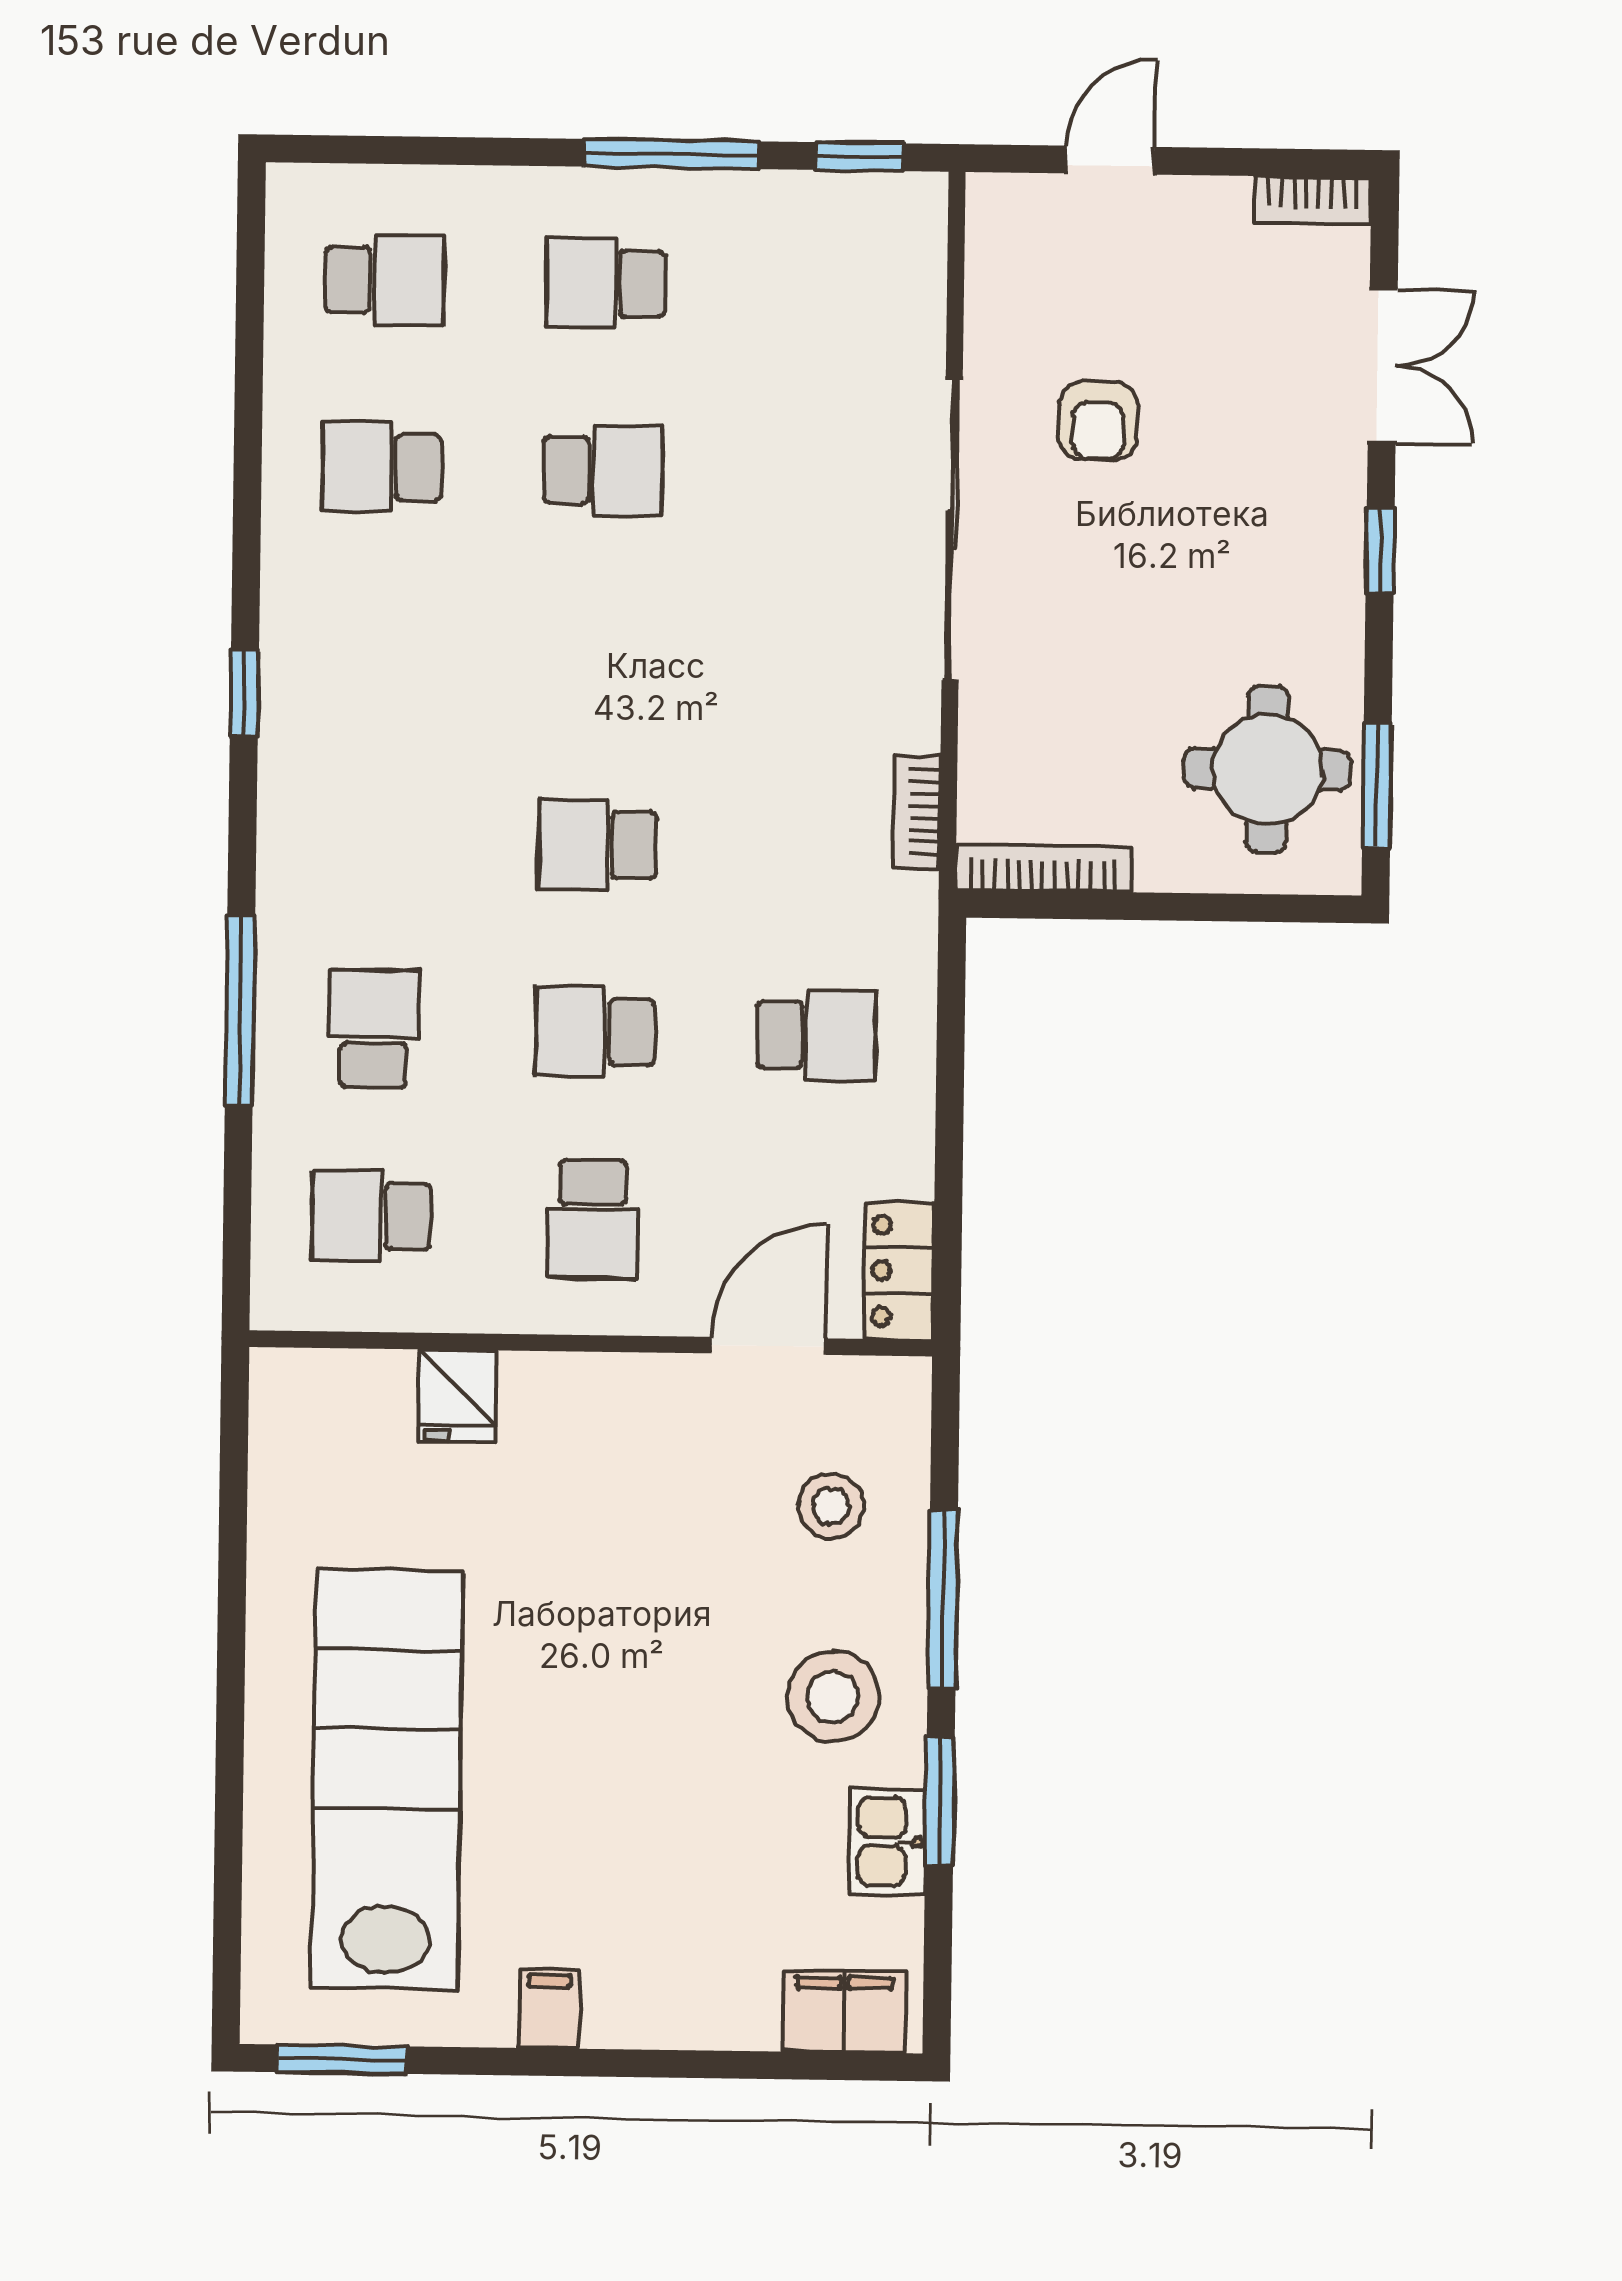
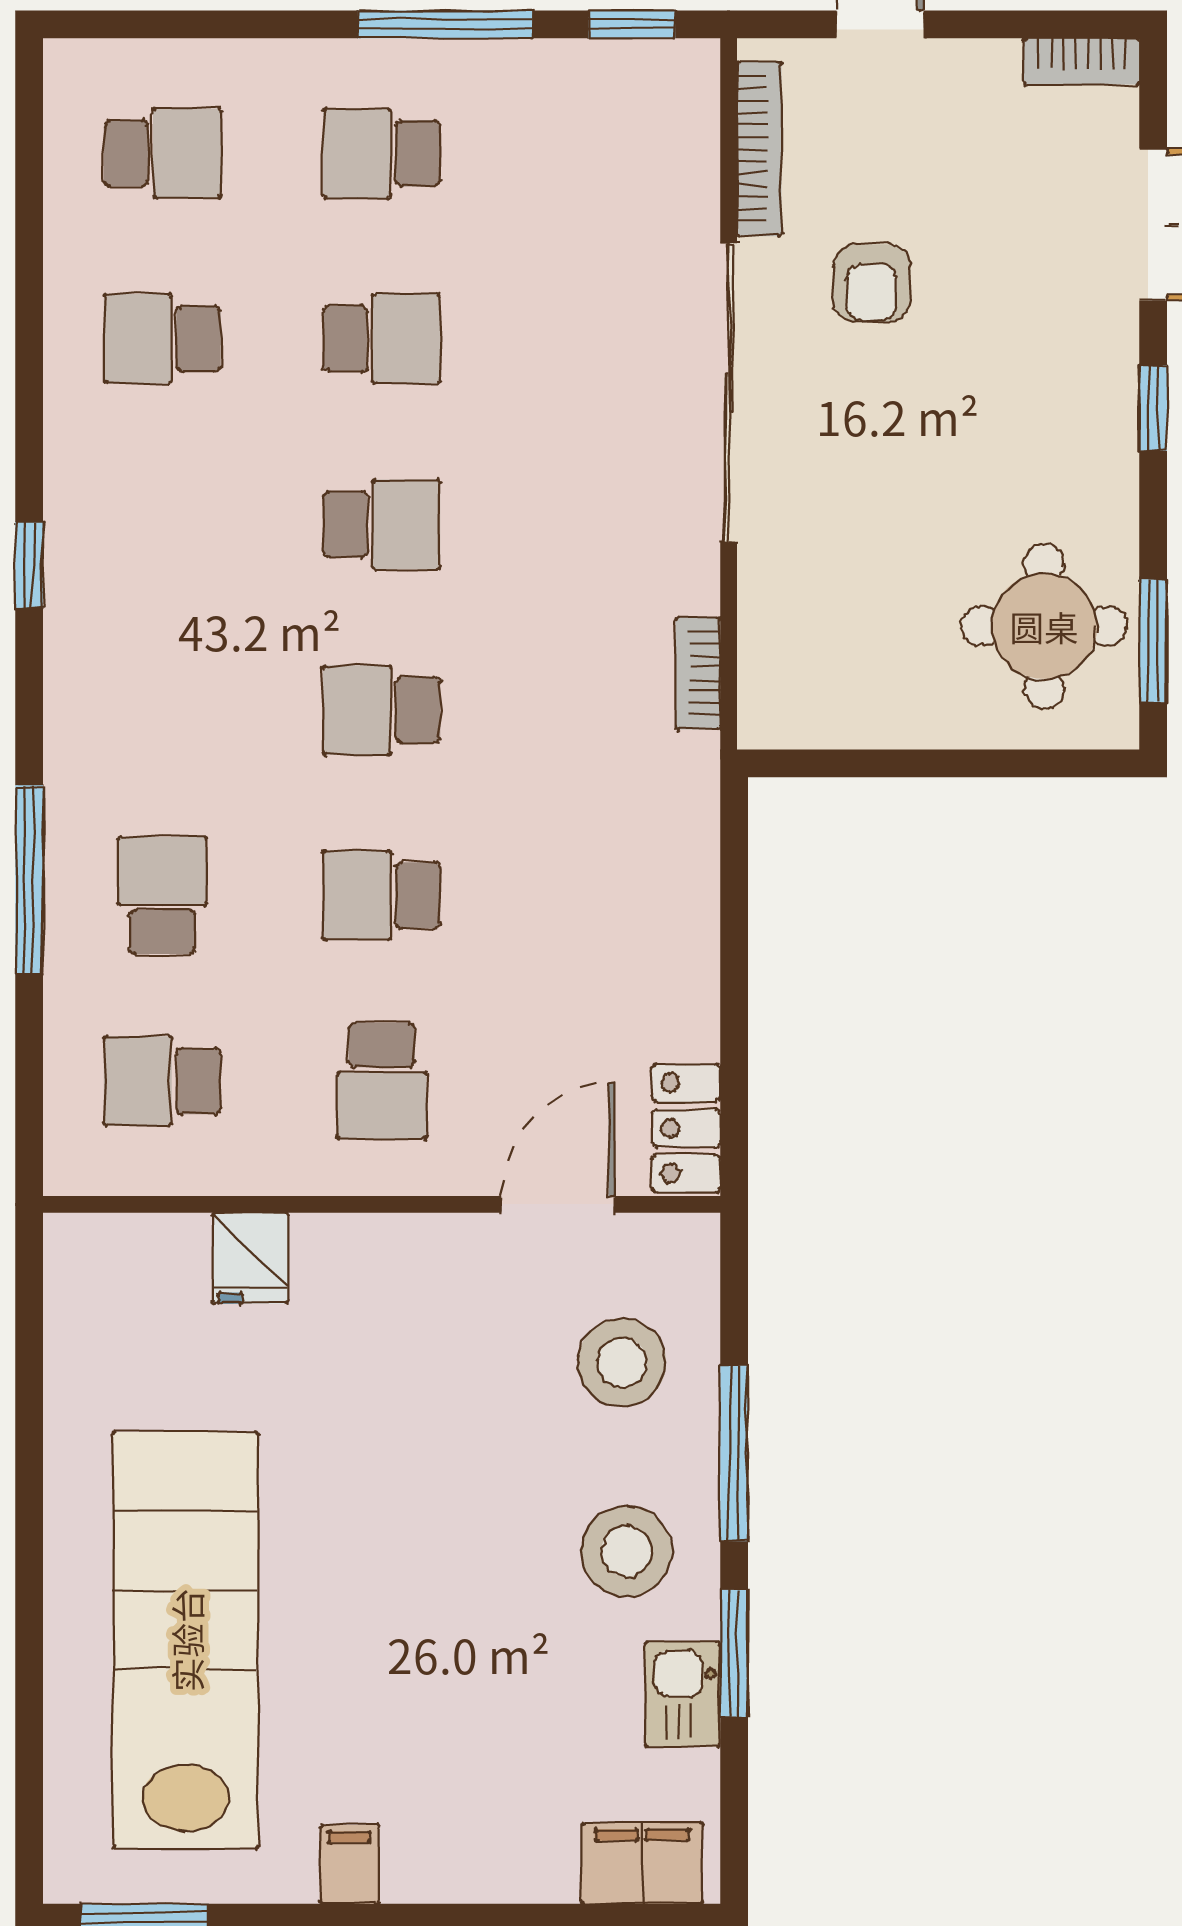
bookcase: (1044, 868) -> (759, 149), moved, turned 90
school desk: (816, 1035) -> (382, 524), moved
stool: (831, 1506) -> (622, 1362), width x1.38, depth x1.38

